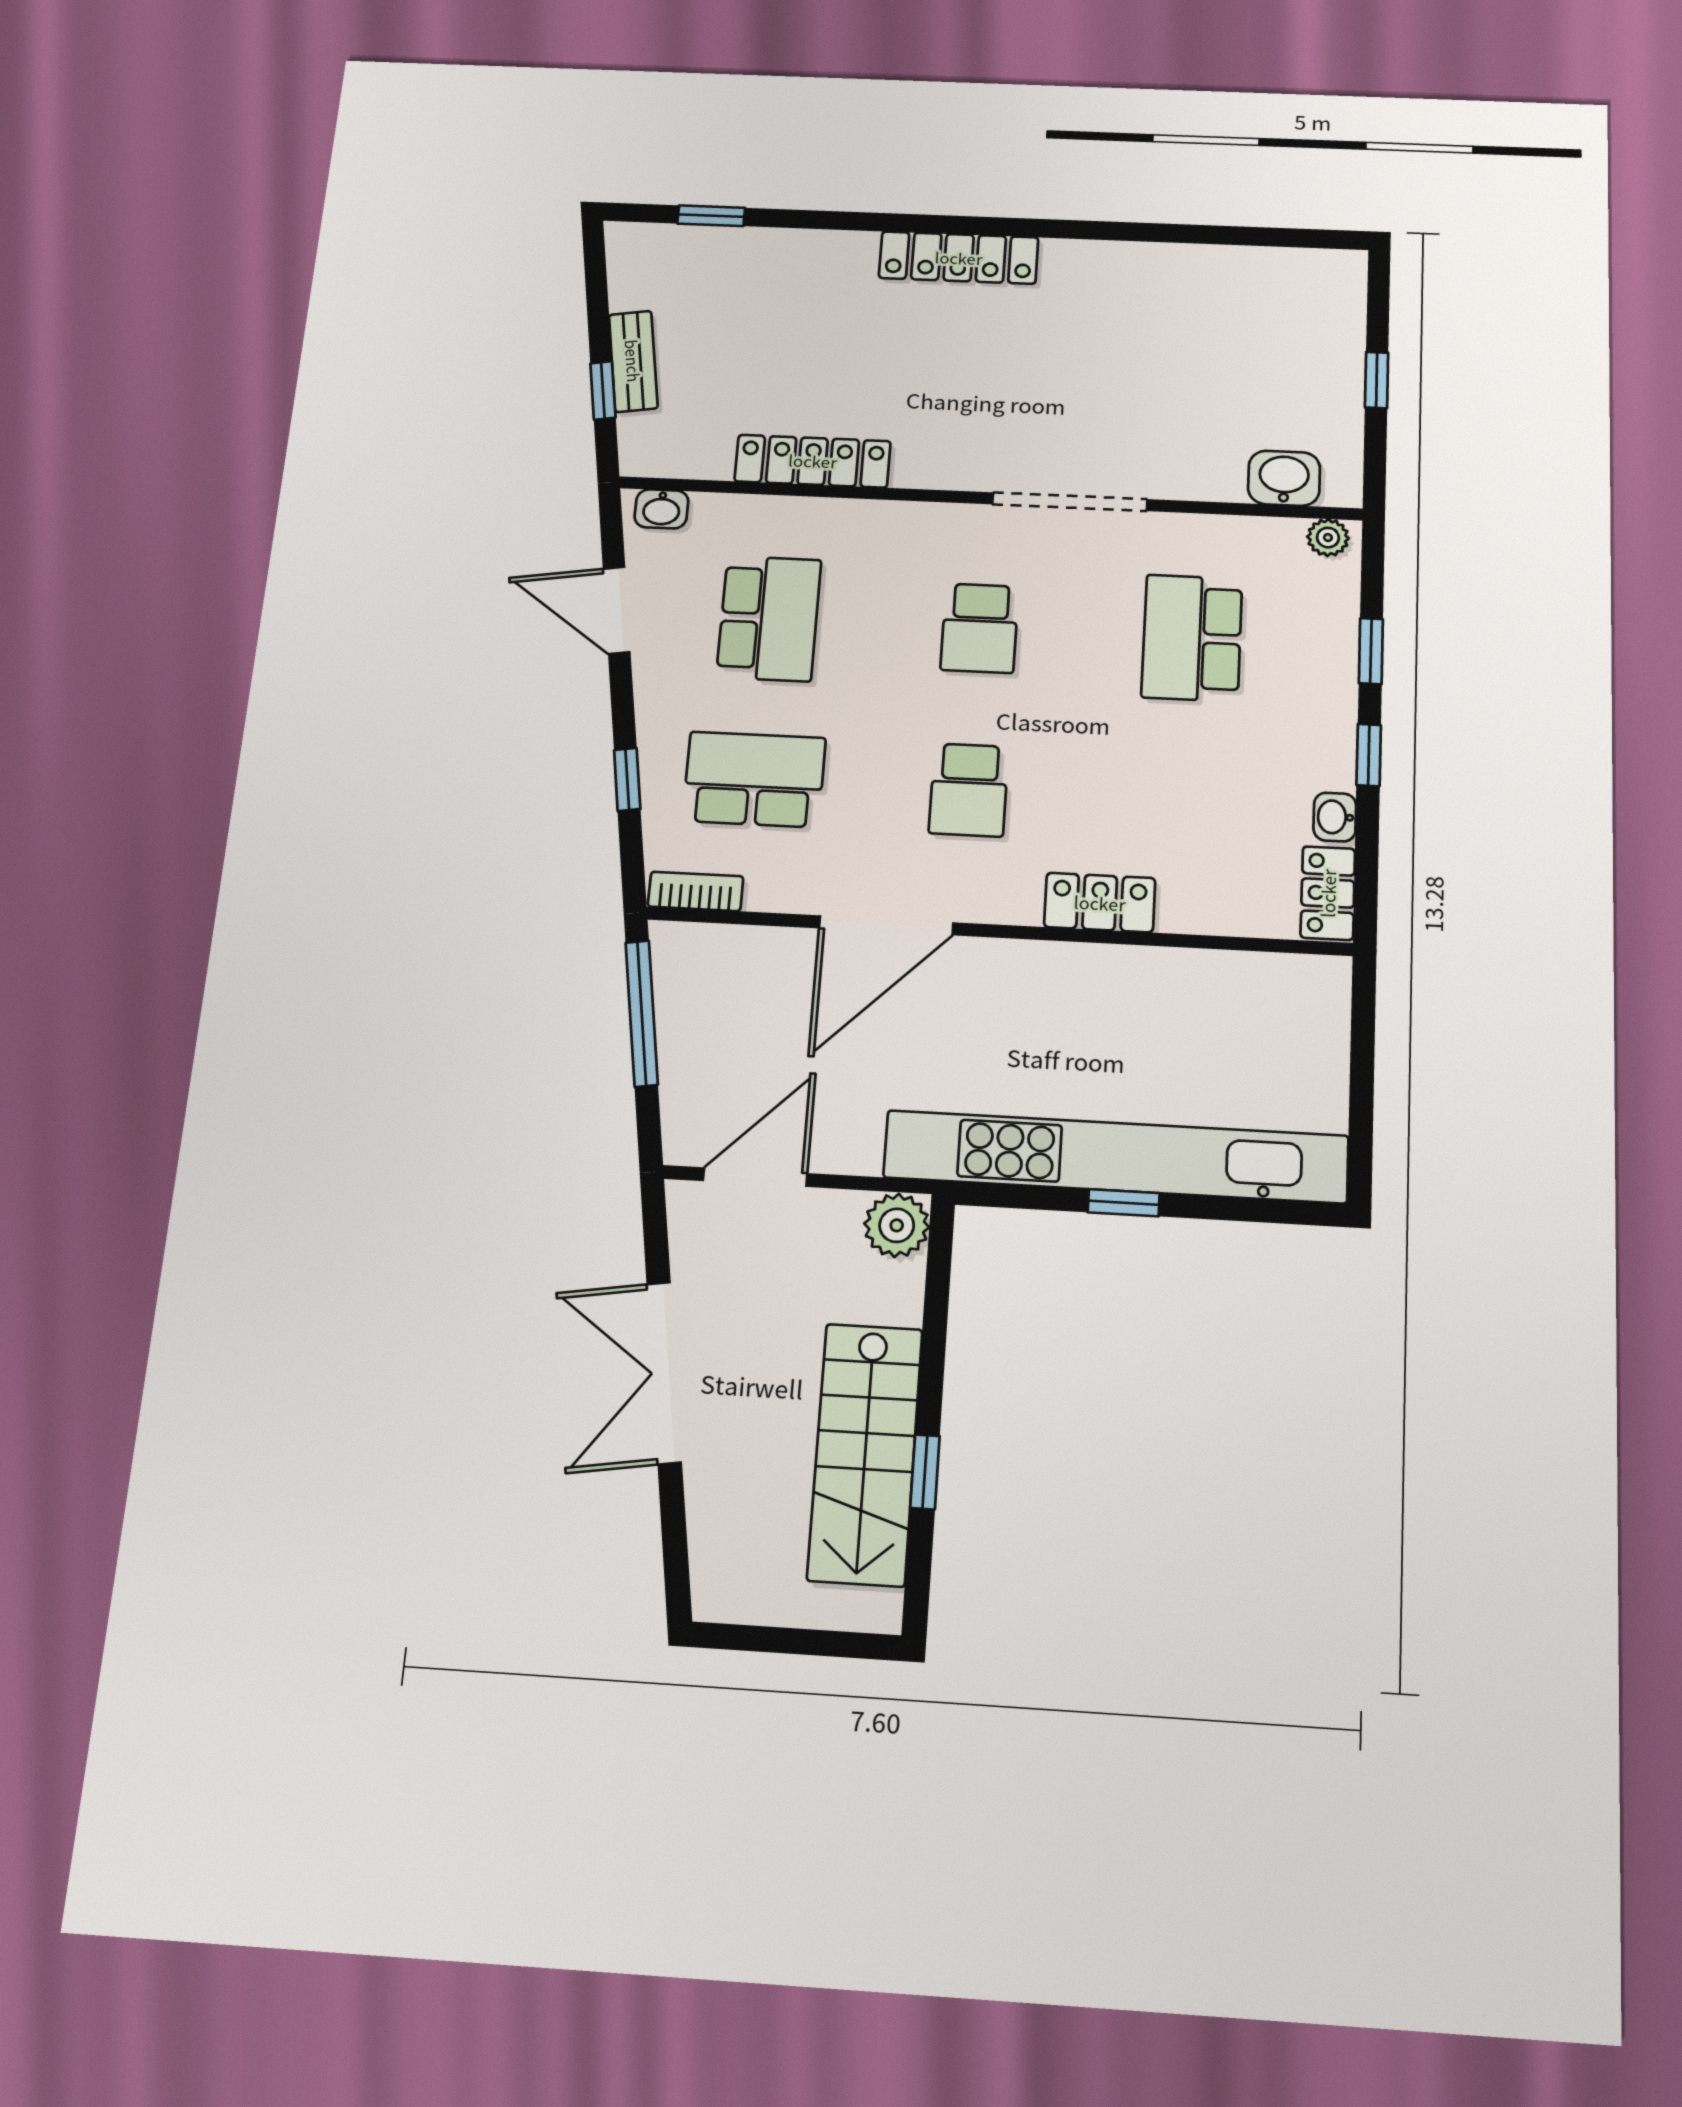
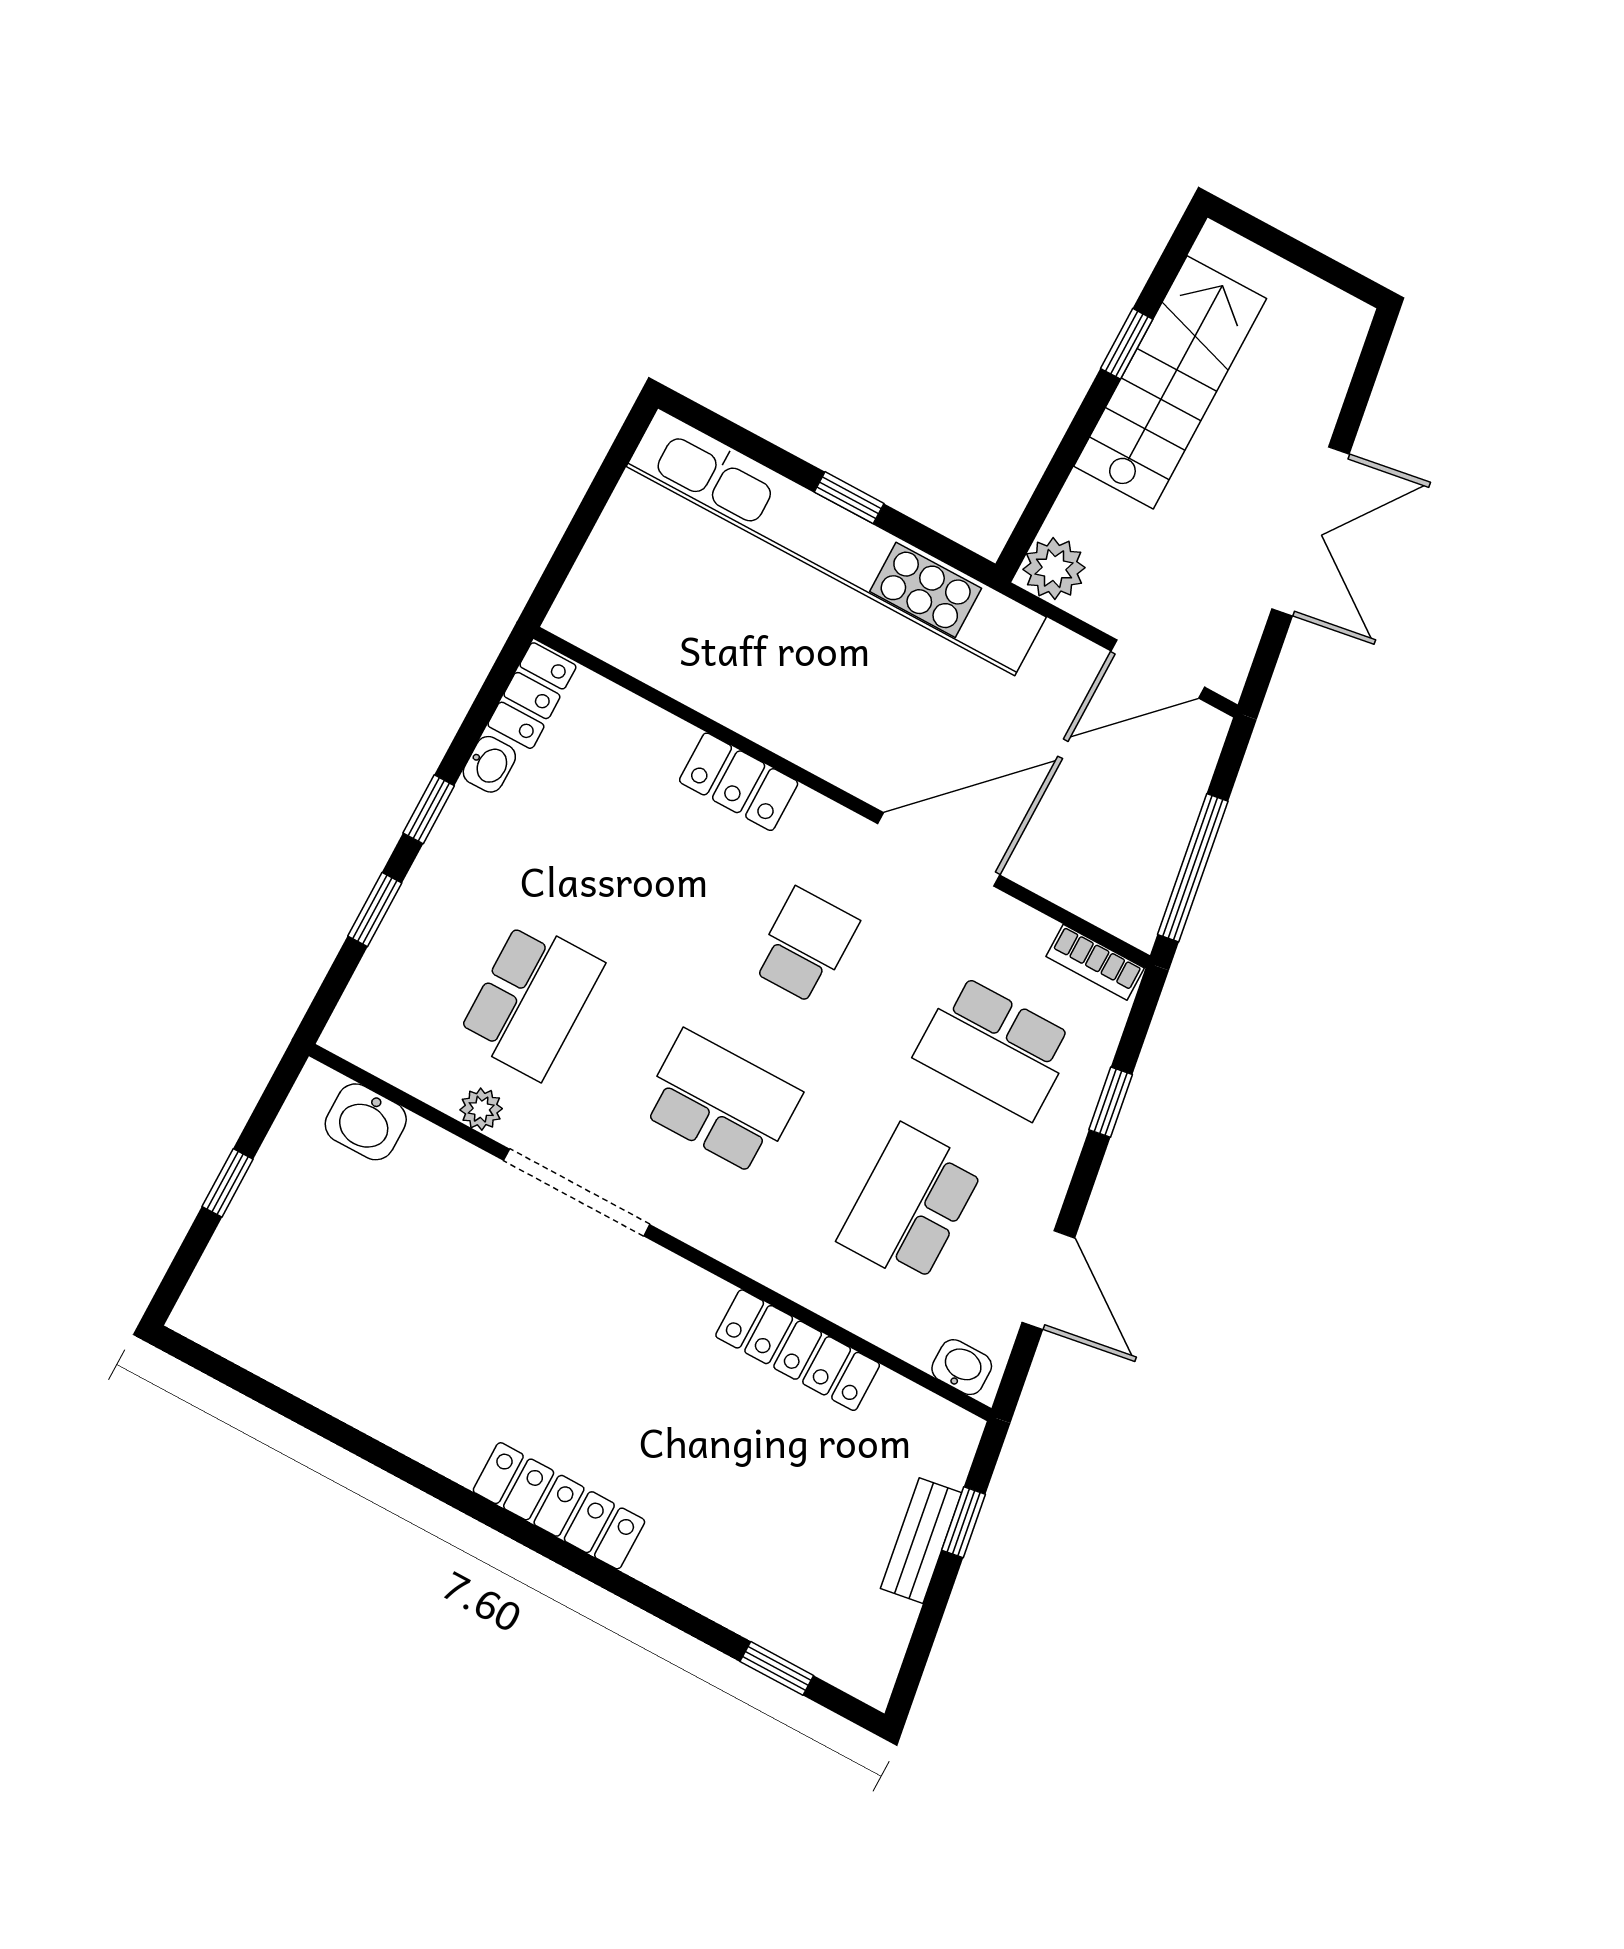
plant: (1328, 538) -> (481, 1109), moved
school desk: (980, 628) -> (721, 1102), width x1.85

